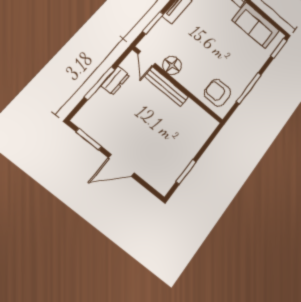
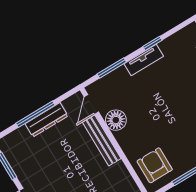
dresser: (115, 80) -> (47, 120), width x1.44

